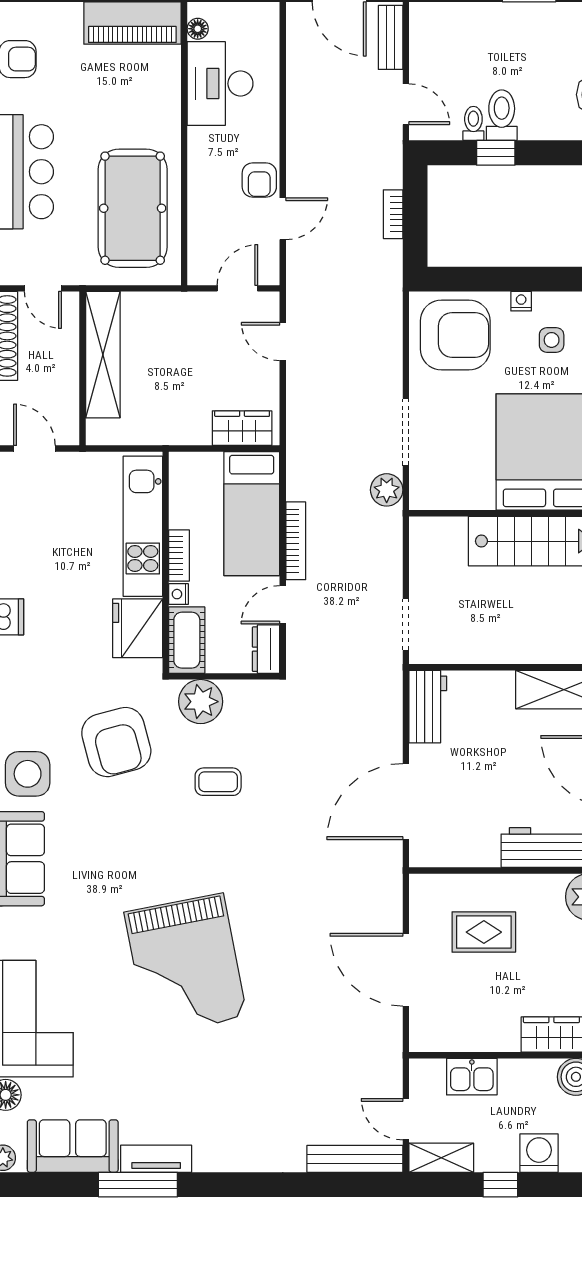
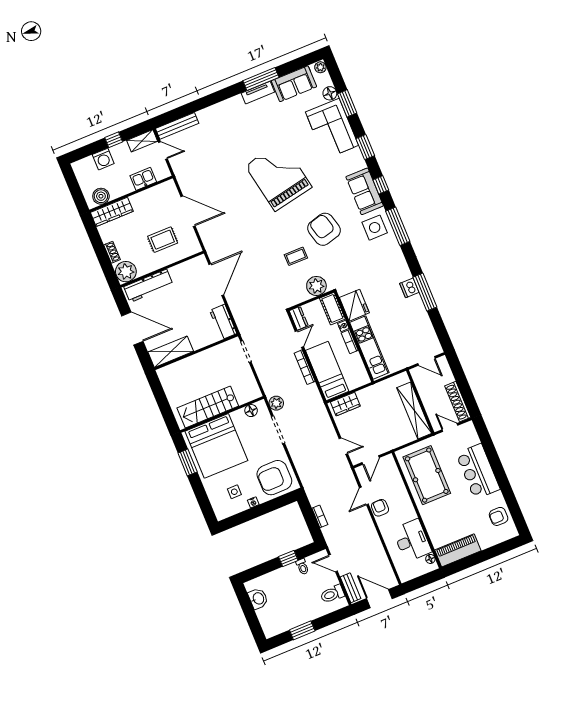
toilet: (502, 115) -> (332, 594), moved, turned 90
floor lamp: (446, 496) -> (251, 411), added
armchair: (116, 742) -> (324, 229), moved

